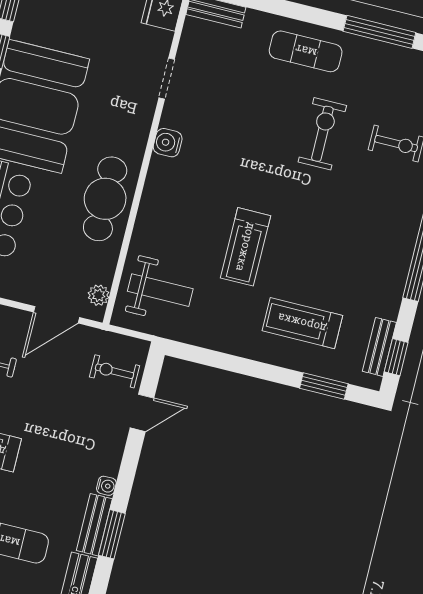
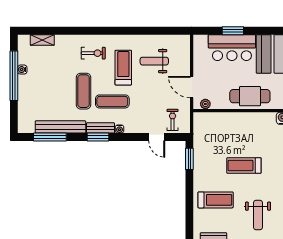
weight bench: (160, 290) -> (258, 215), moved
treadmill: (302, 323) -> (216, 200), turned 90
window: (324, 386) -> (189, 159), moved
exercise mat: (45, 487) -> (112, 101), added

